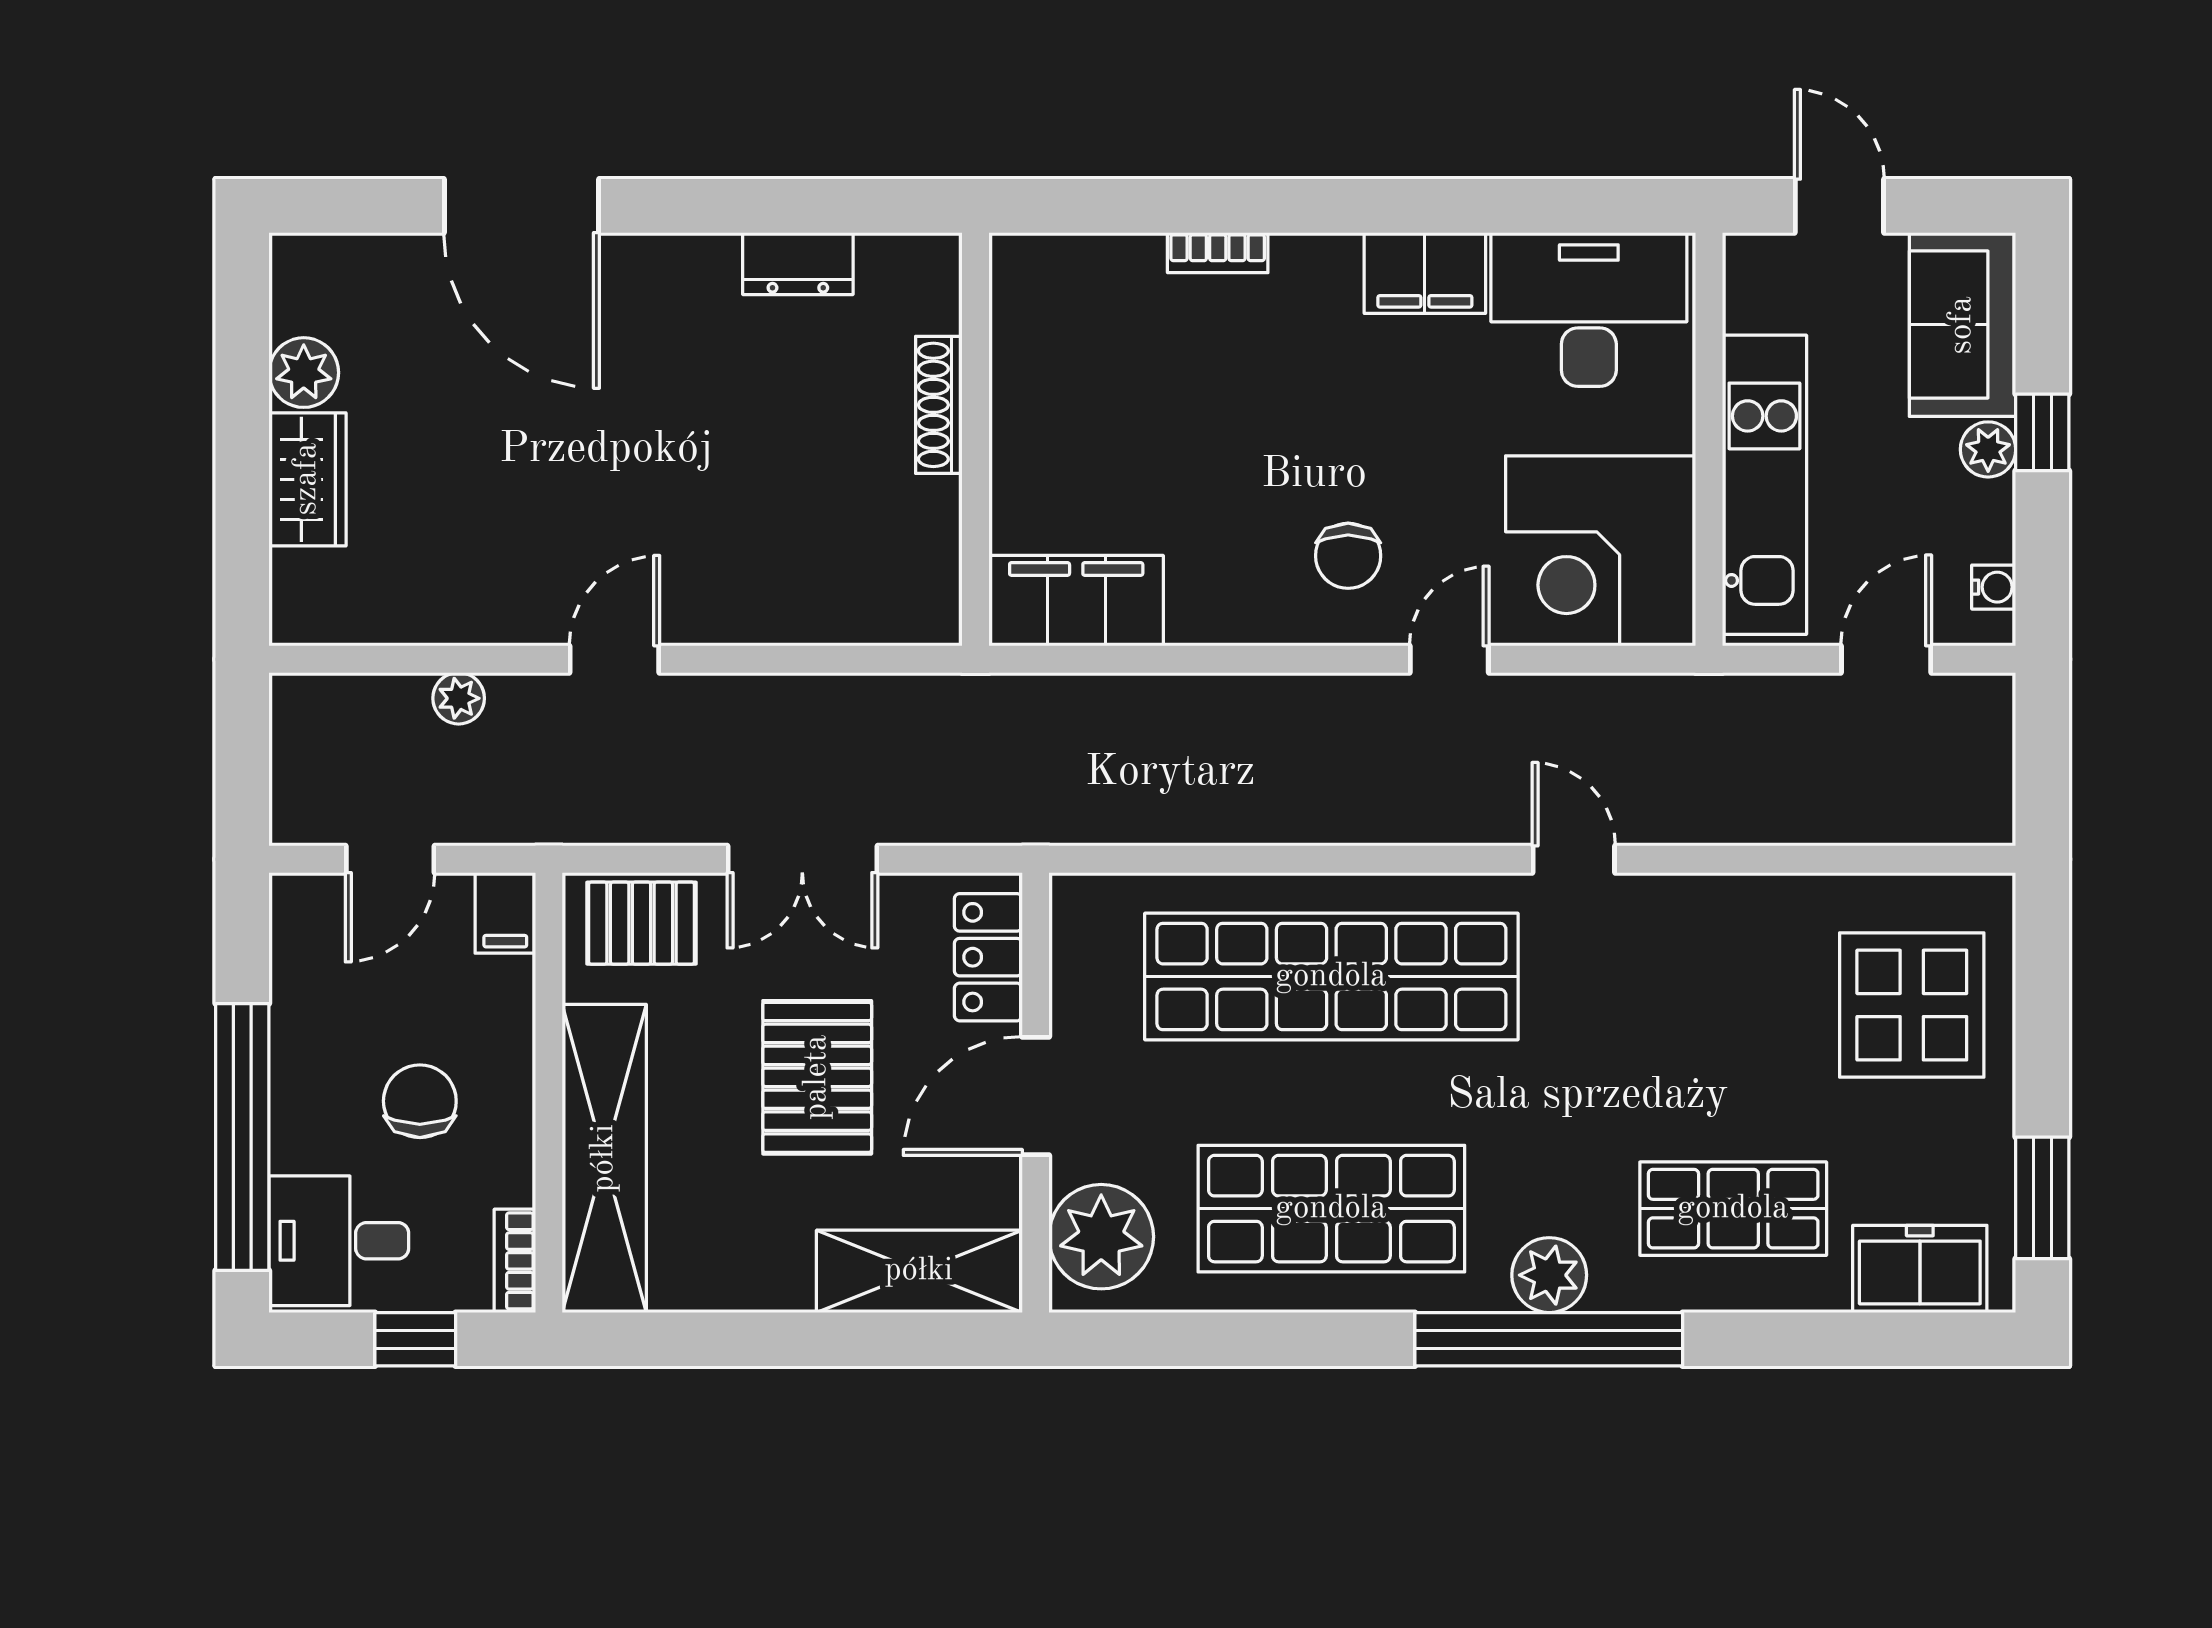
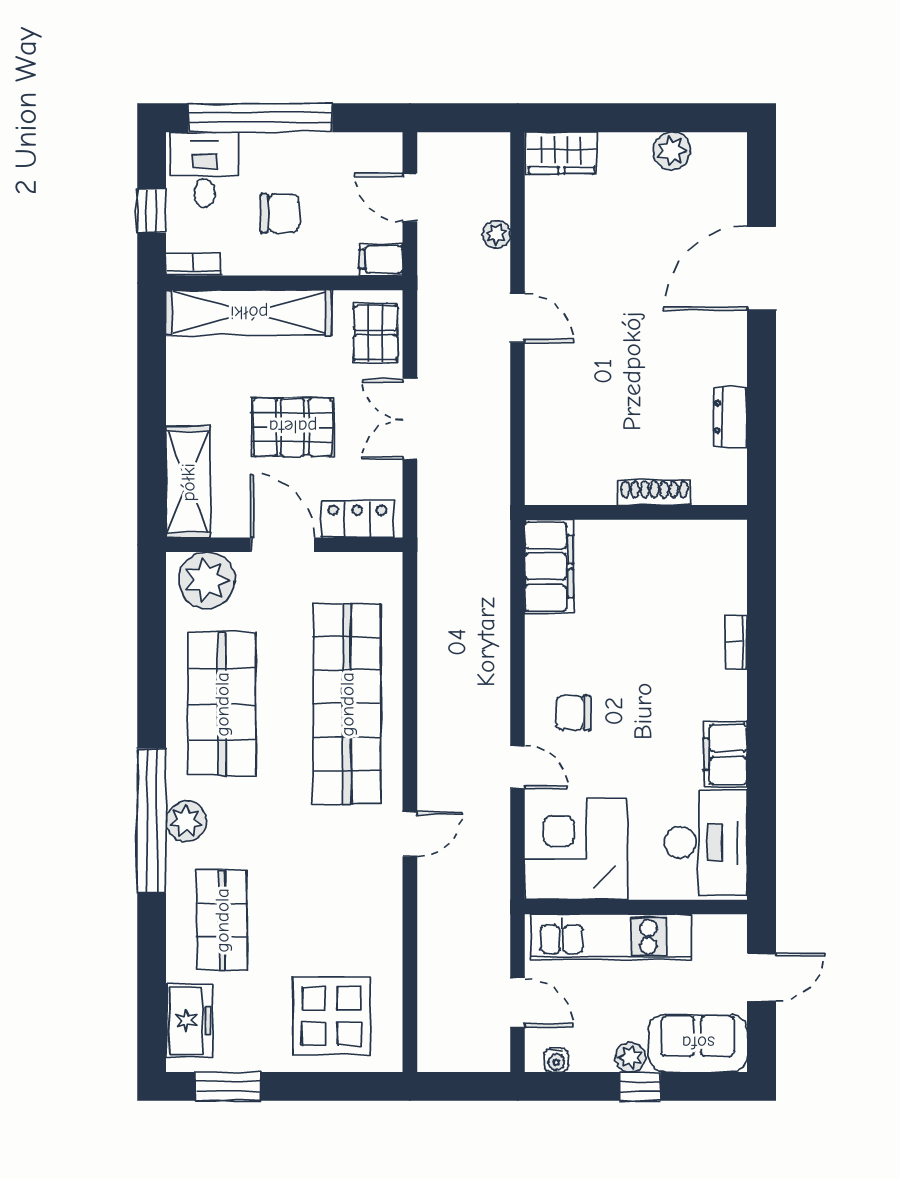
wardrobe: (307, 479) -> (561, 153), moved

